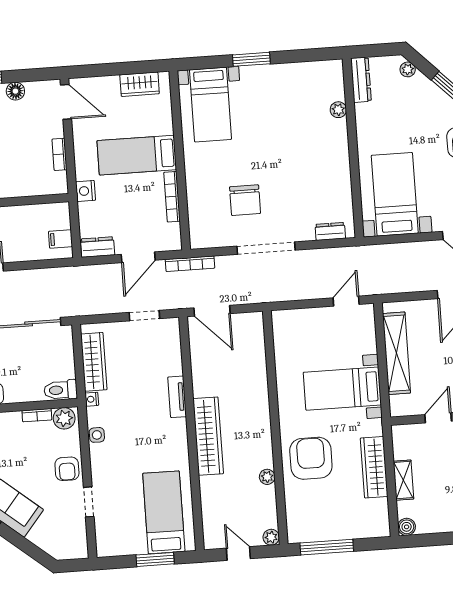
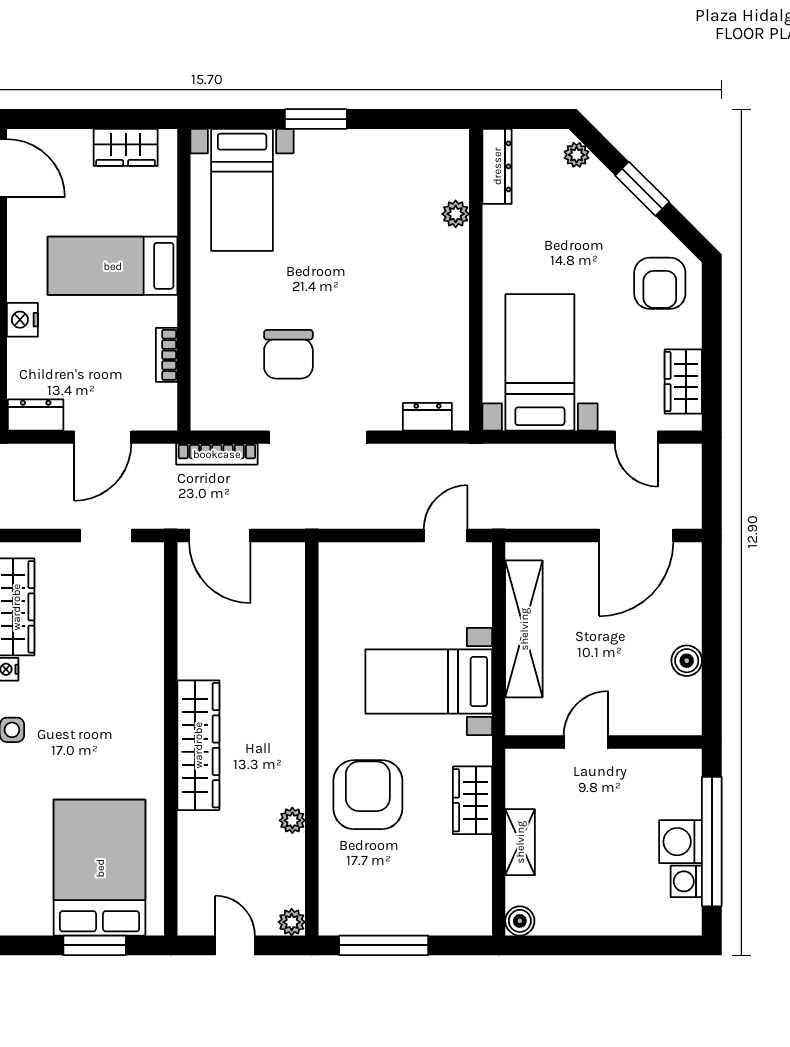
bookcase: (172, 197) -> (167, 355), width x0.64
bookcase: (190, 264) -> (217, 454), moved
tv unit: (177, 397) -> (151, 675), removed
wardrobe: (374, 467) -> (473, 800), width x0.67
bed: (164, 512) -> (100, 868), width x1.50

